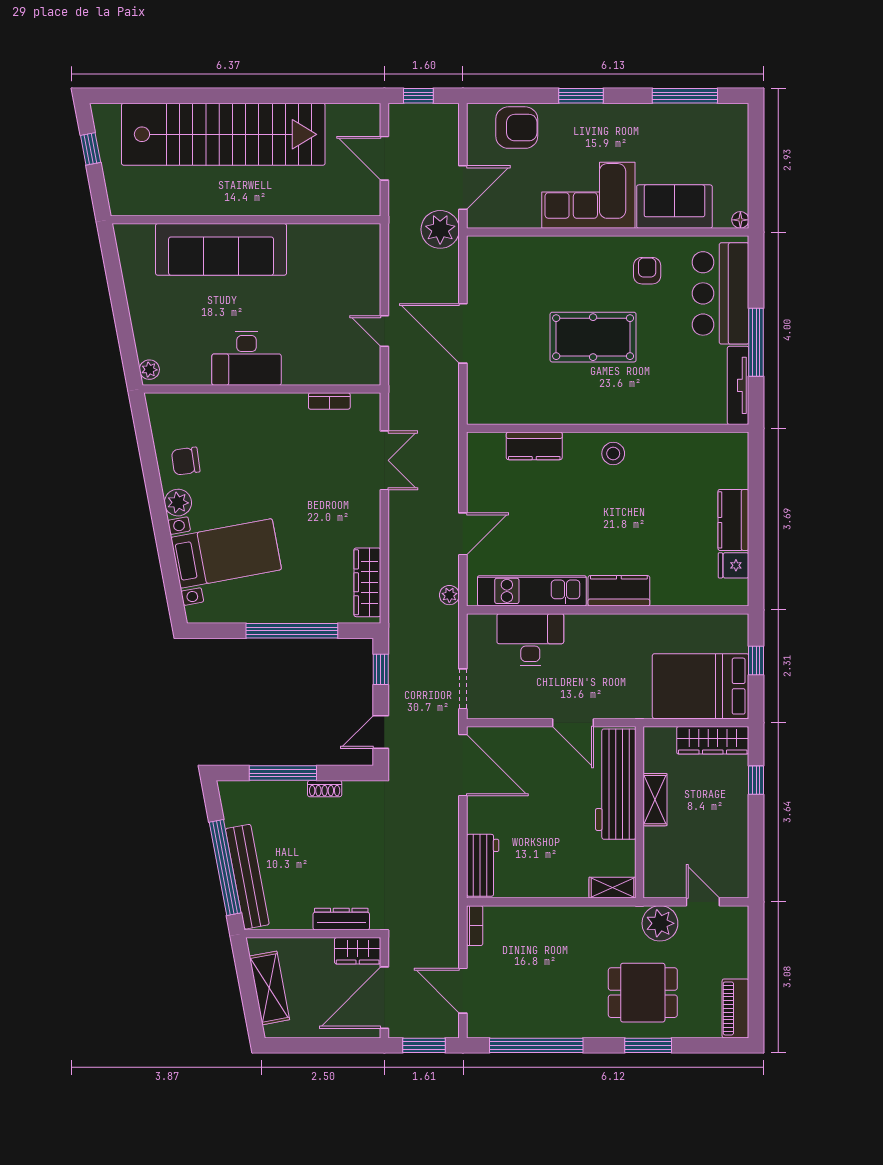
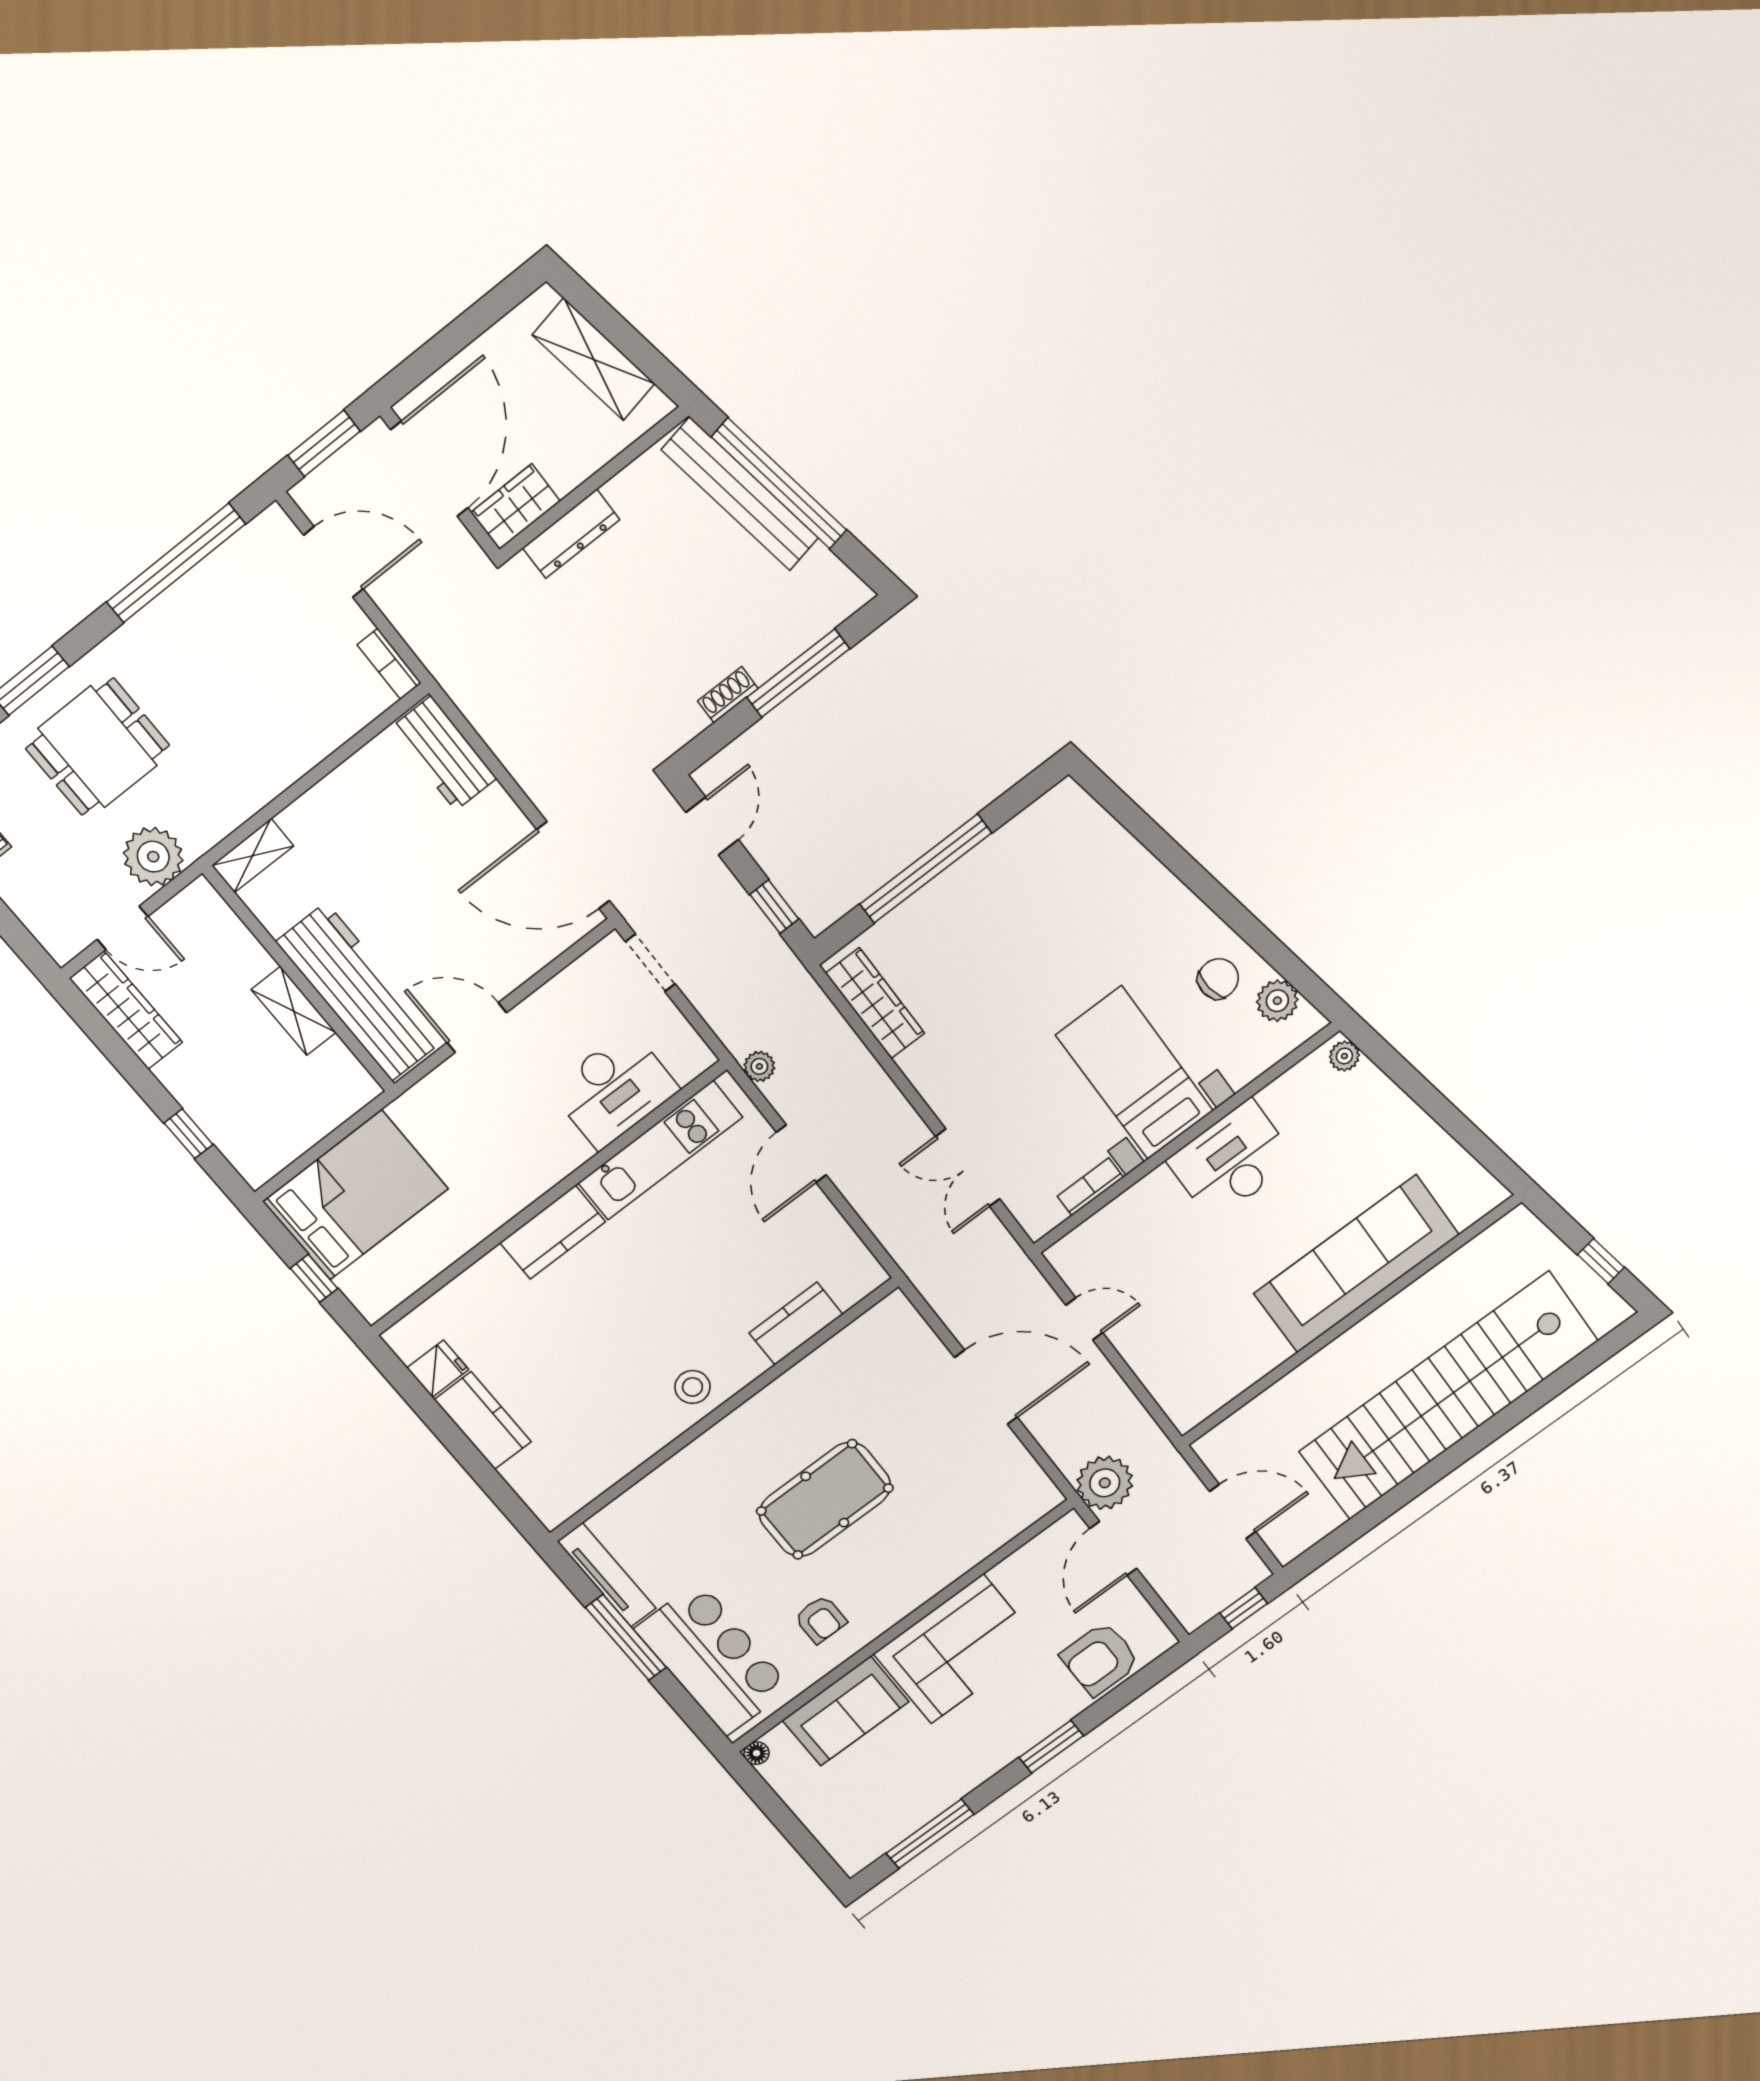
plant: (178, 503) -> (1277, 1001), moved
bed with nightstands: (226, 553) -> (1135, 1073), moved, turned 101
wardrobe: (713, 740) -> (126, 1010), moved, turned 90

